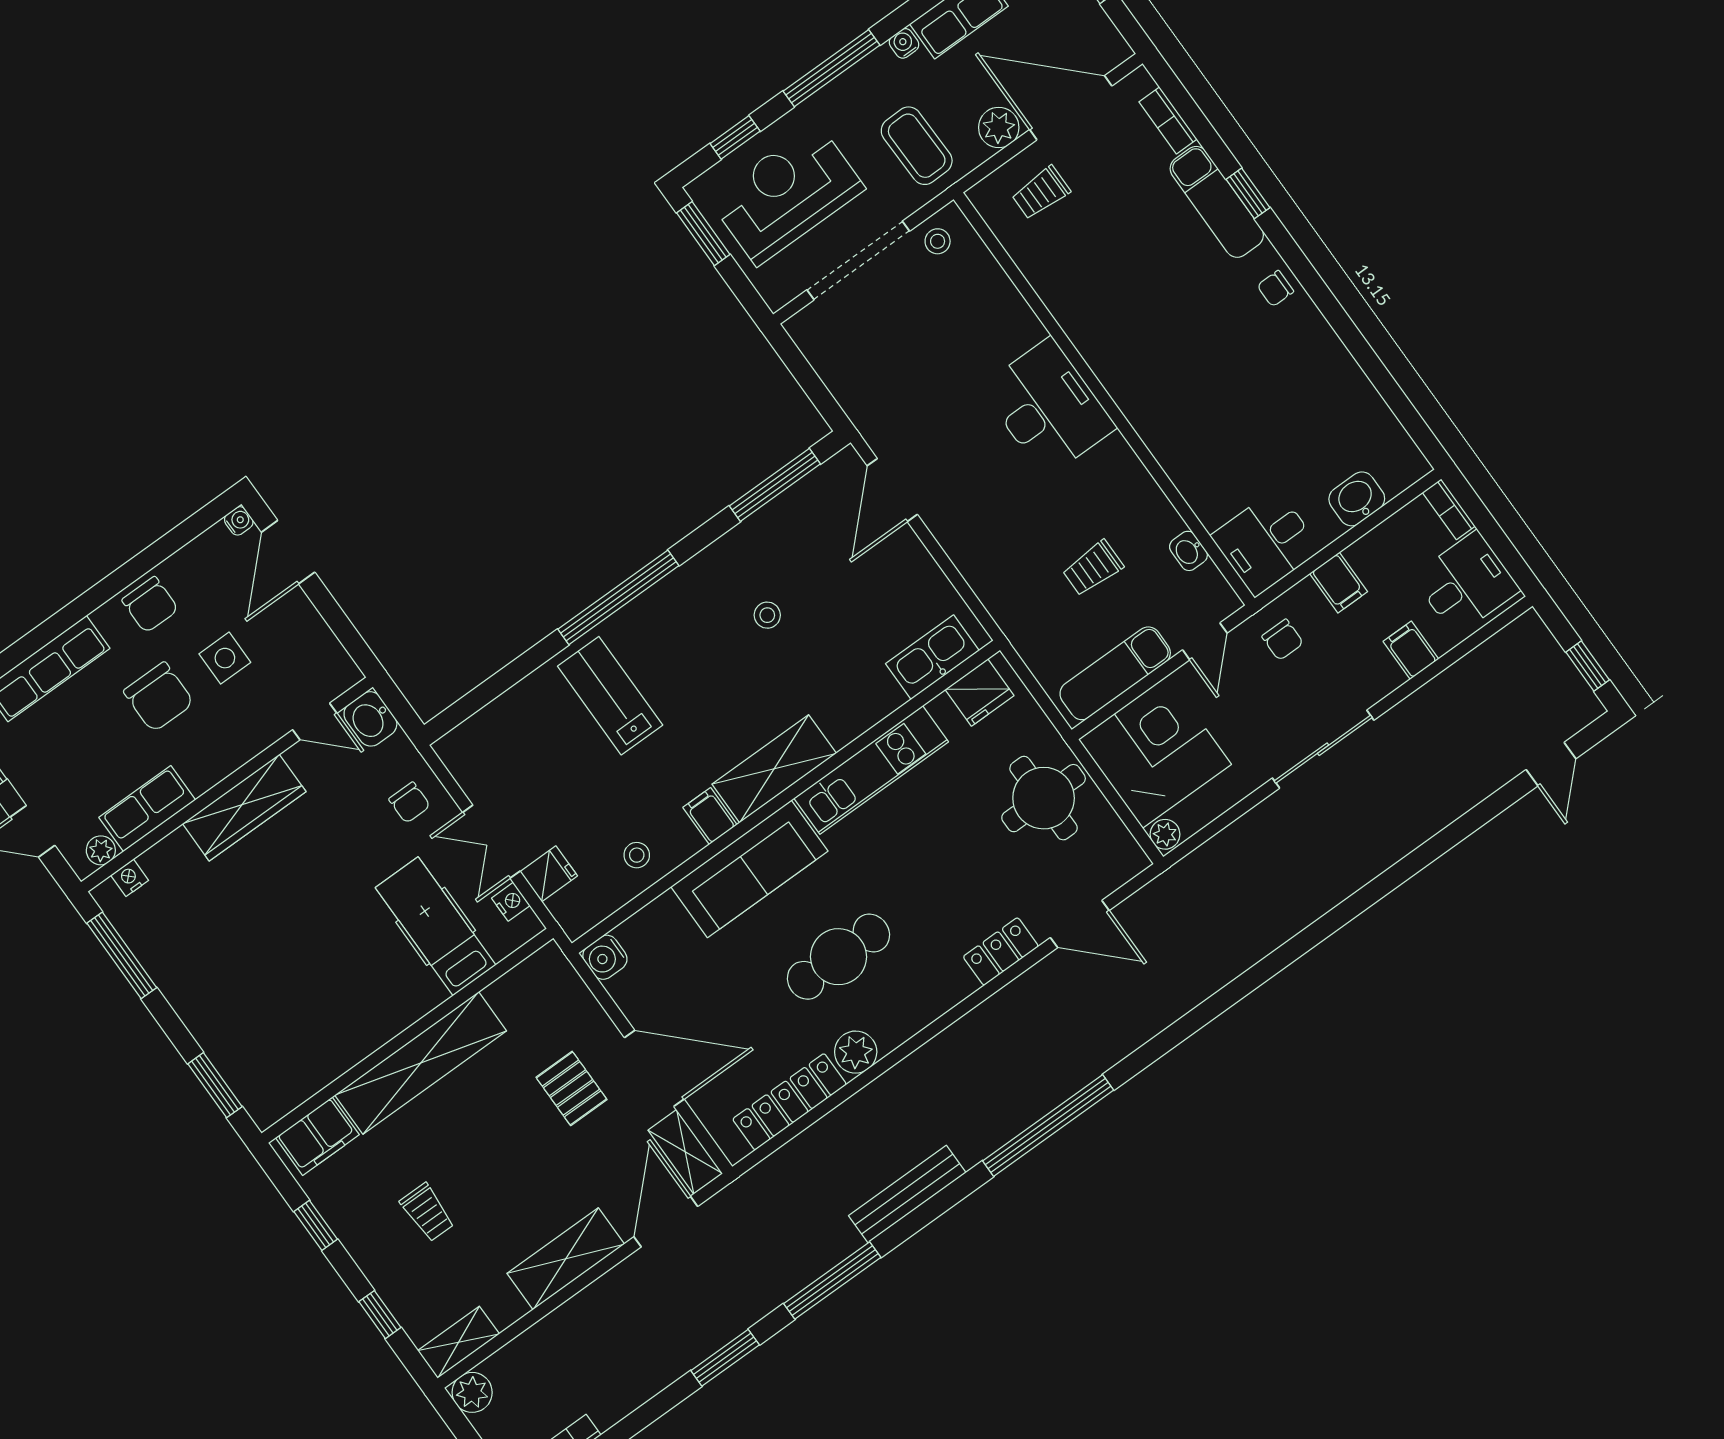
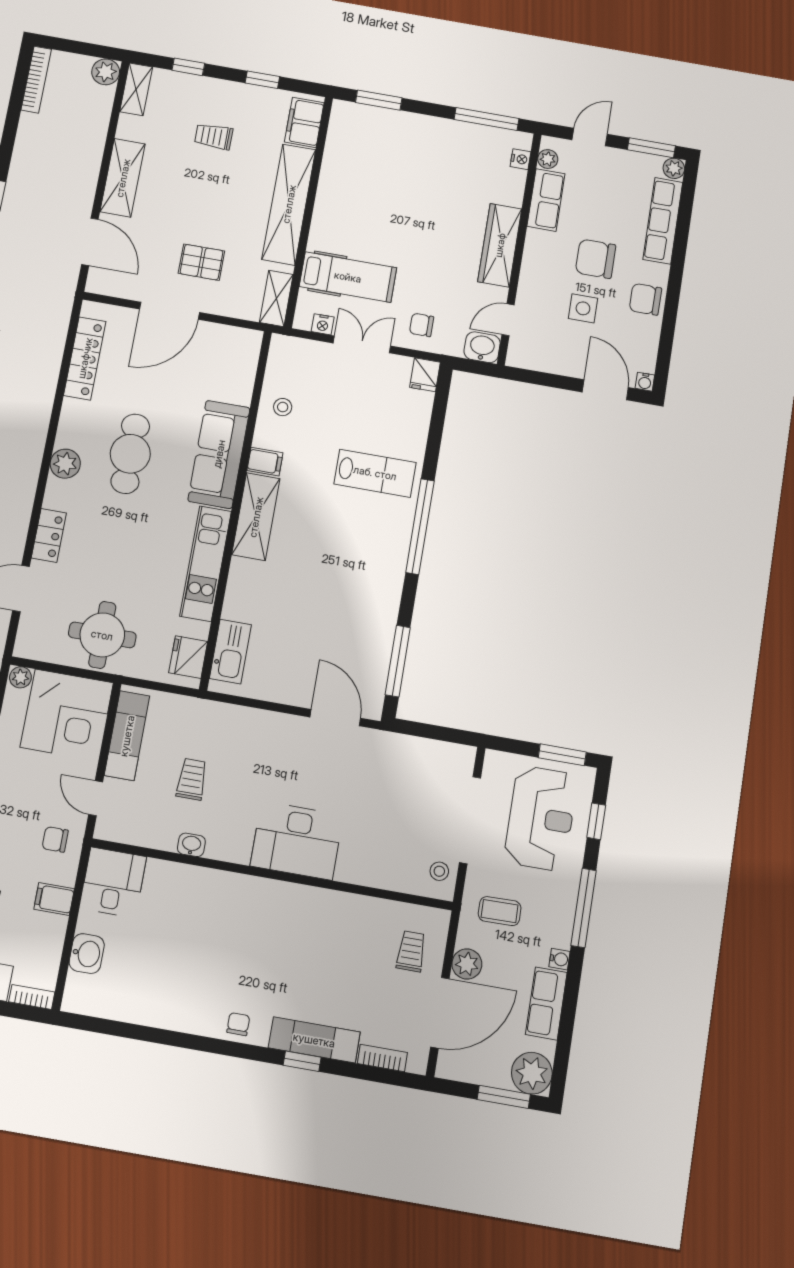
coffee table: (917, 146) -> (500, 911), width x0.73, depth x0.77
washbasin: (1188, 551) -> (191, 845), moved
stool: (767, 615) -> (336, 591), removed
fridge: (549, 874) -> (425, 375), moved
water cooler: (605, 957) -> (249, 342), removed
plant: (856, 1052) -> (65, 464), moved
shelving: (685, 1152) -> (276, 298), moved, turned 90

